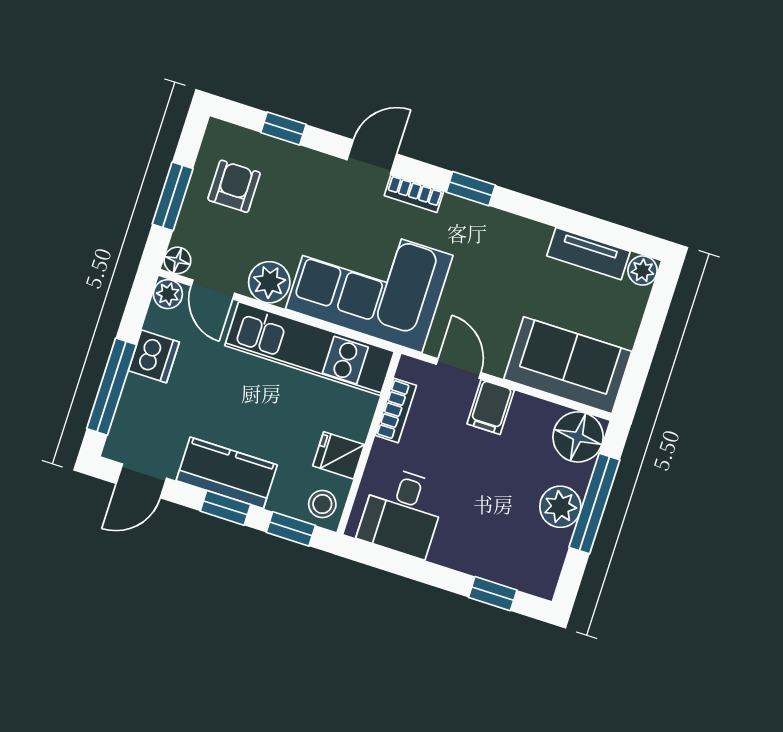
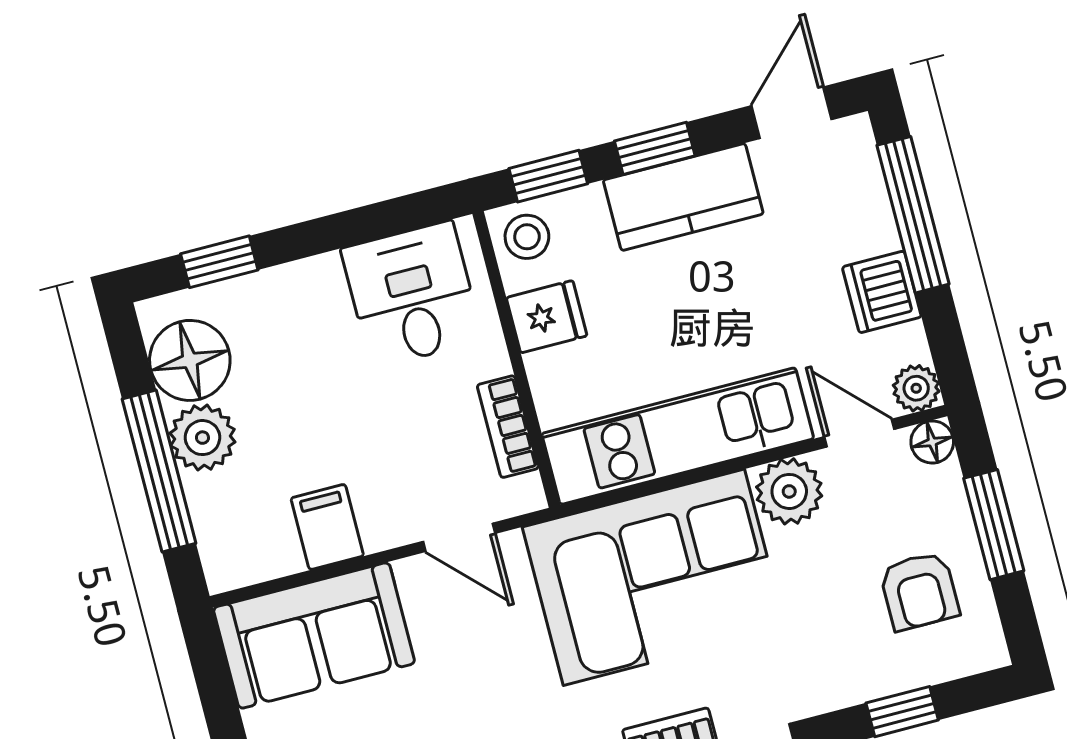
filing cabinet: (491, 407) -> (327, 527), moved
floor lamp: (578, 437) -> (190, 360), moved

